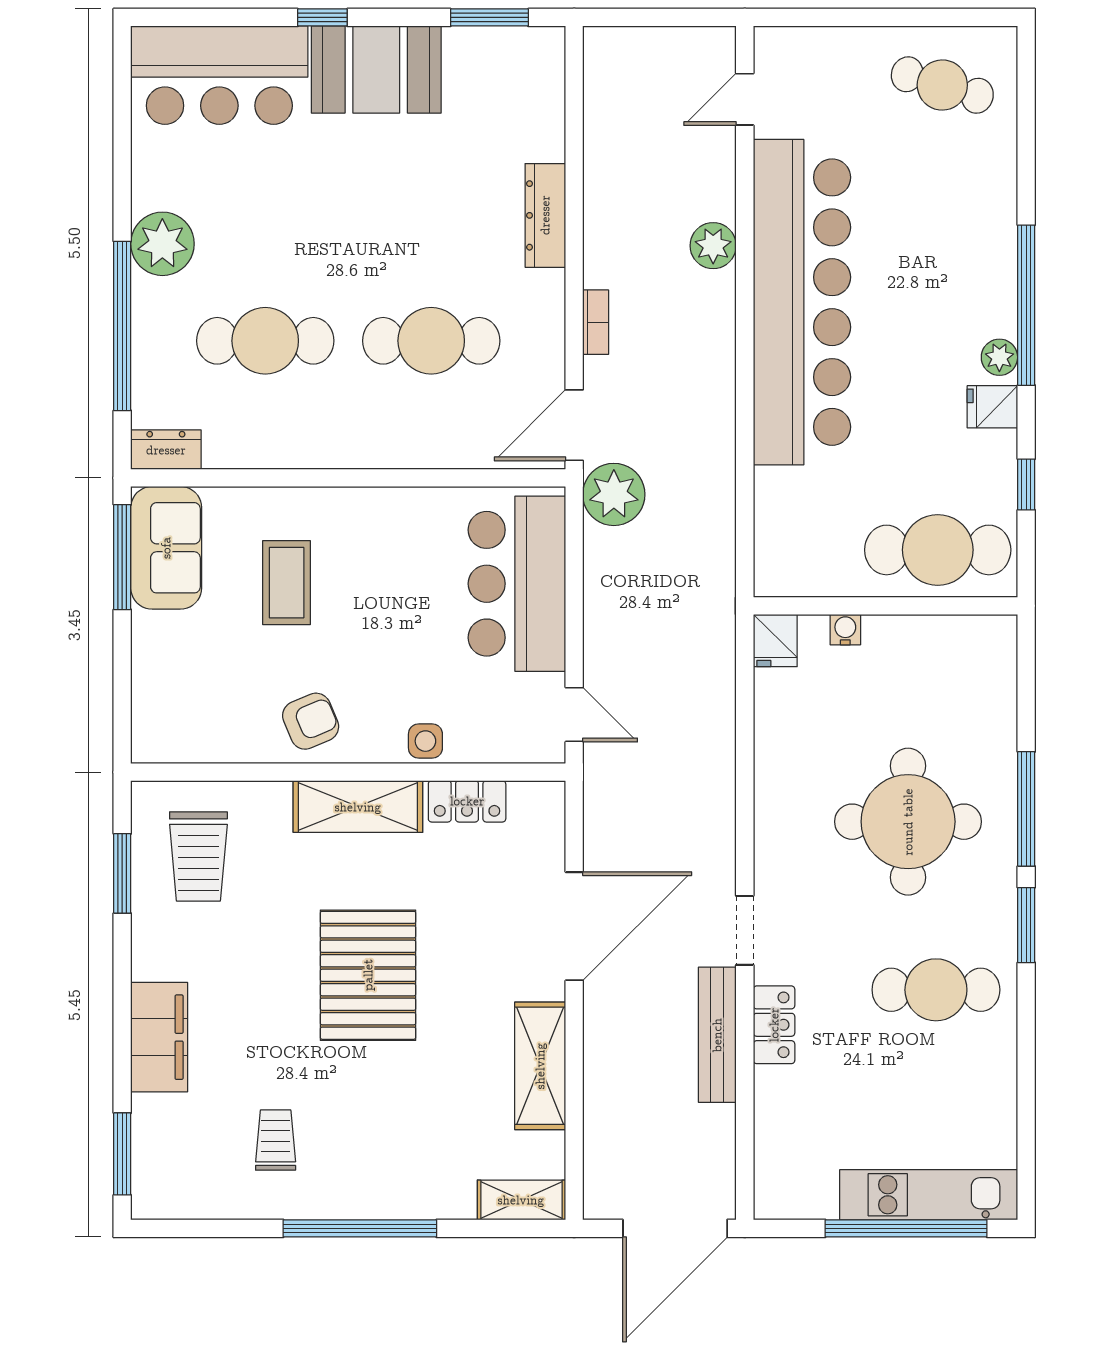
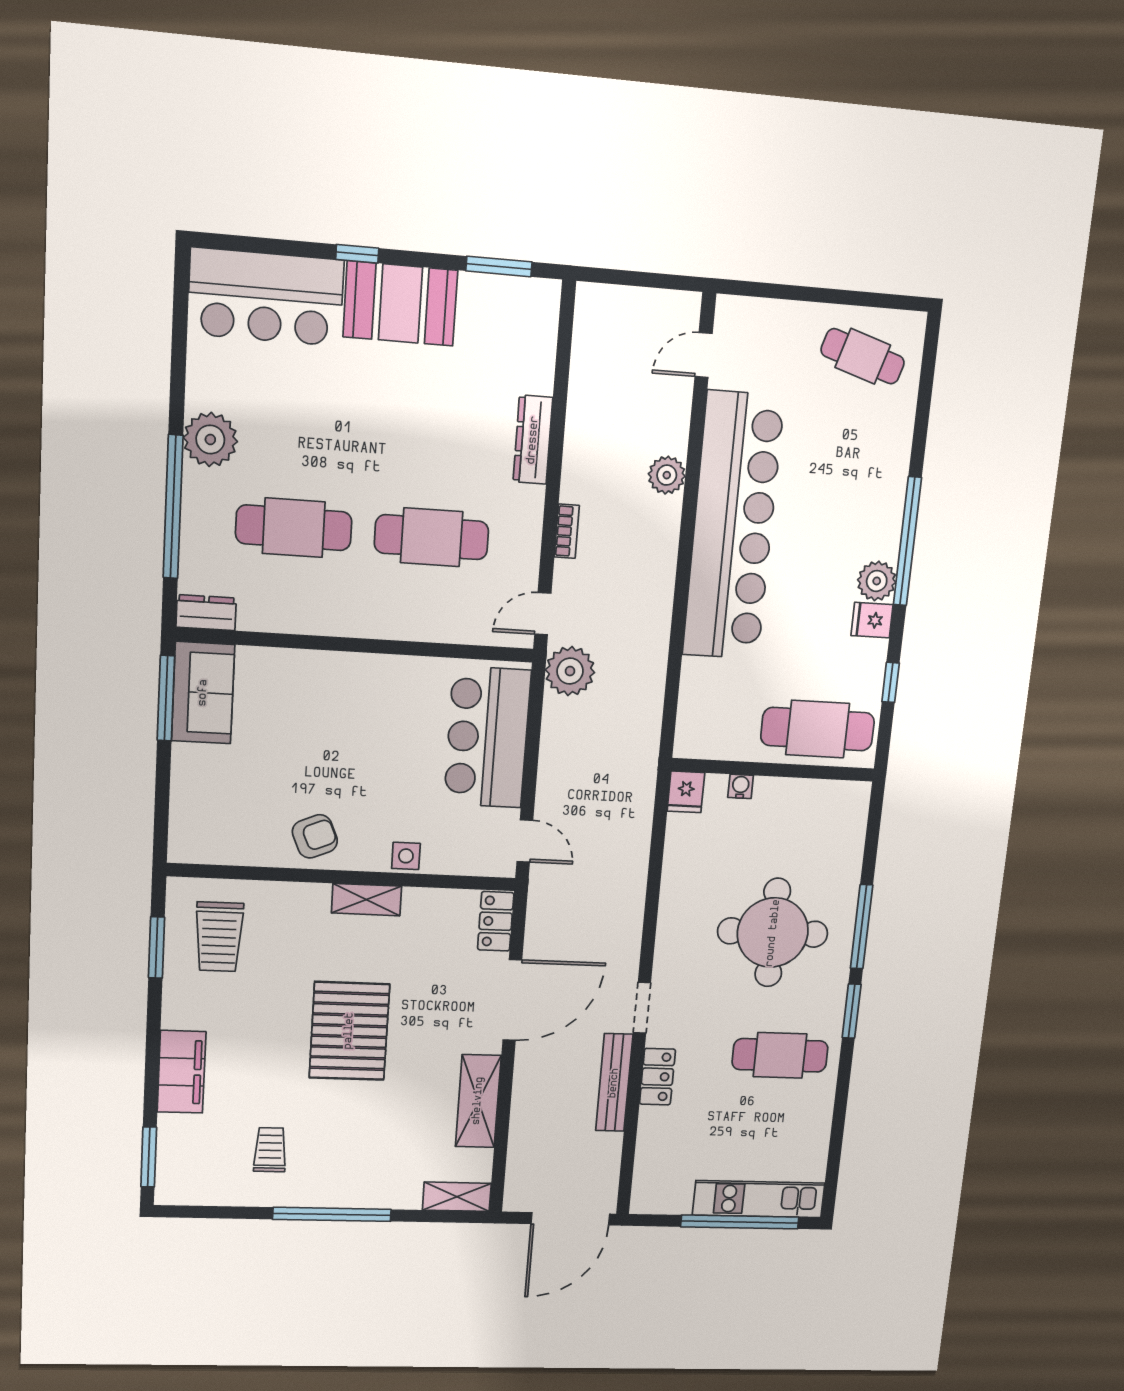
plant: (999, 357) -> (877, 581), width x1.38, depth x1.38
door: (574, 425) -> (543, 614), width x0.73
coffee table: (287, 583) -> (301, 726), removed
locker: (467, 801) -> (496, 921), moved, turned 90
shelving: (358, 807) -> (367, 900), width x0.67, depth x0.75

